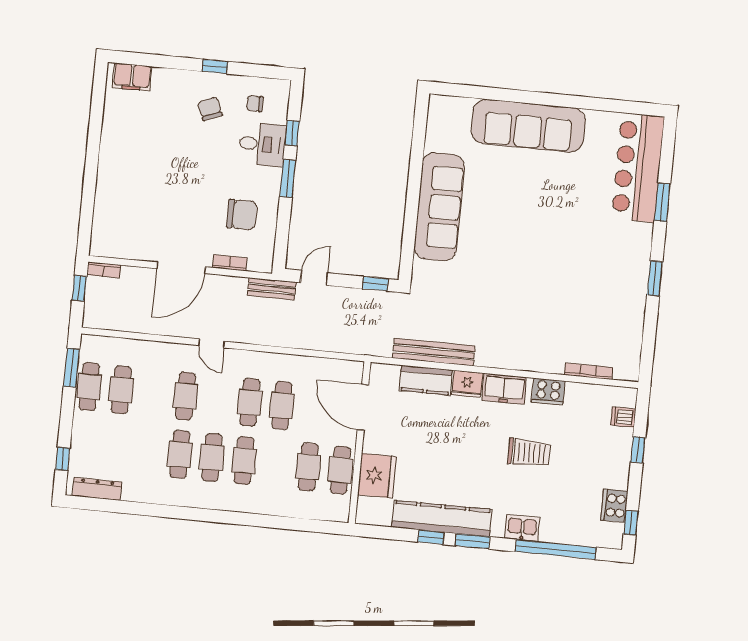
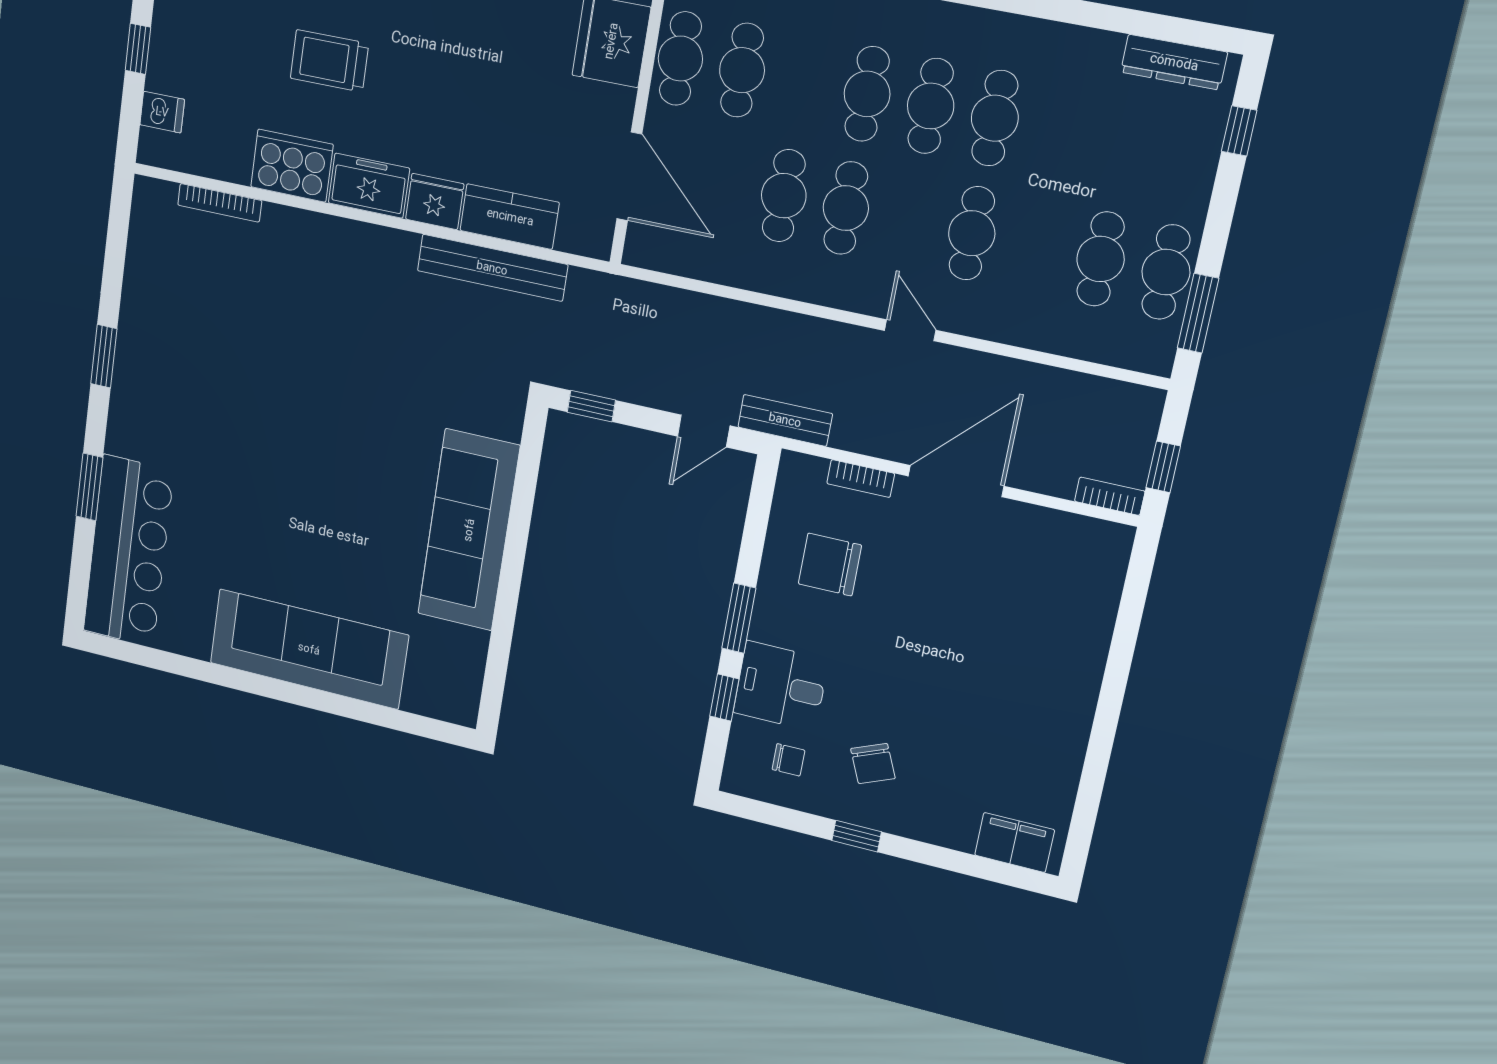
cooker: (548, 392) -> (292, 166), width x1.37, depth x1.31

